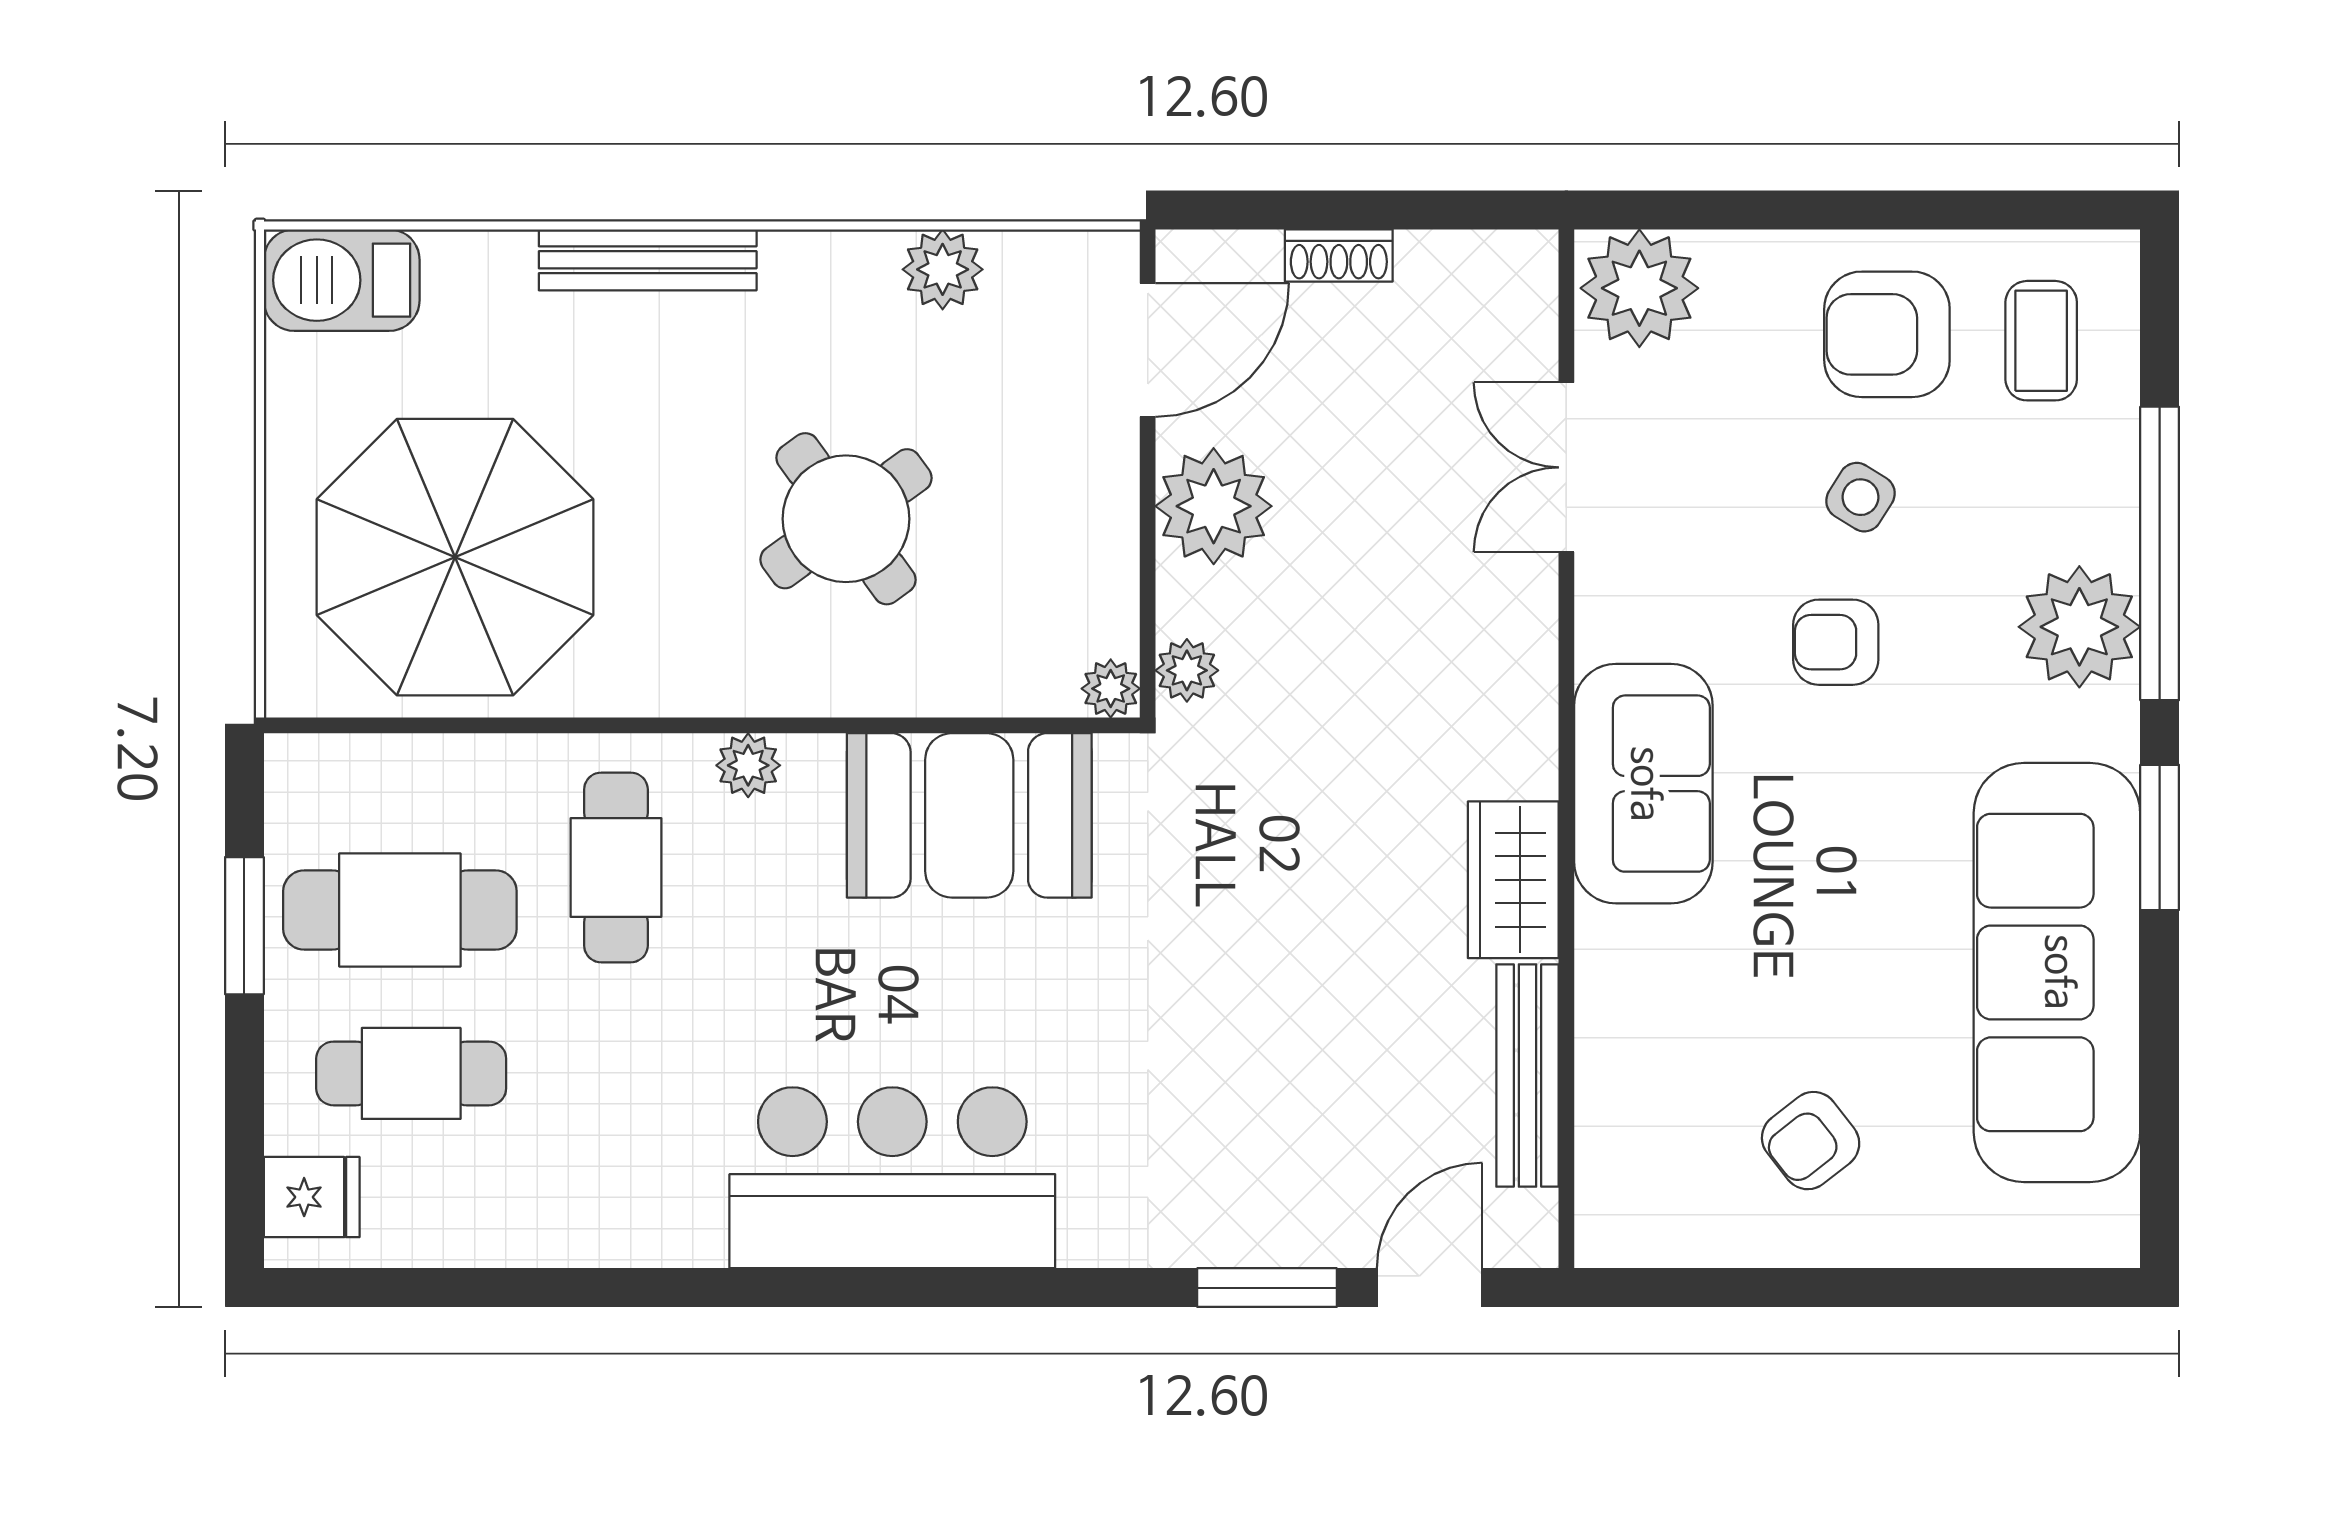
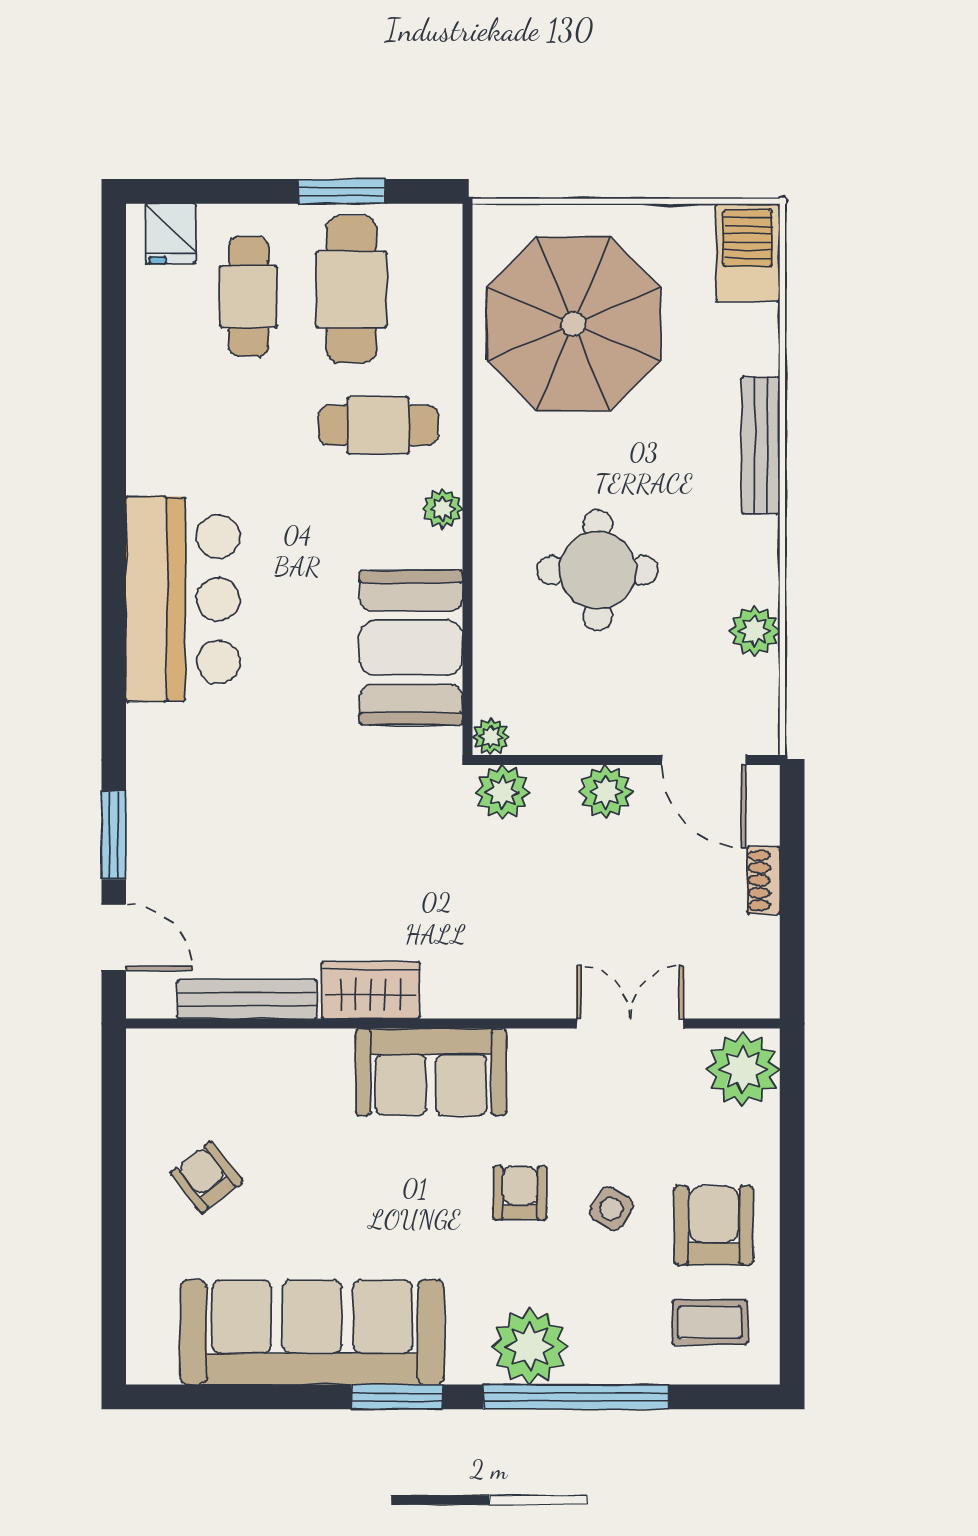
plant: (1214, 506) -> (606, 792), width x0.73, depth x0.73
round table: (846, 519) -> (598, 570), turned 36
plant: (1187, 670) -> (502, 792), width x1.38, depth x1.38

